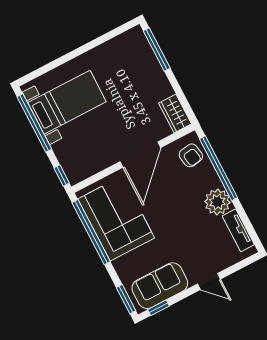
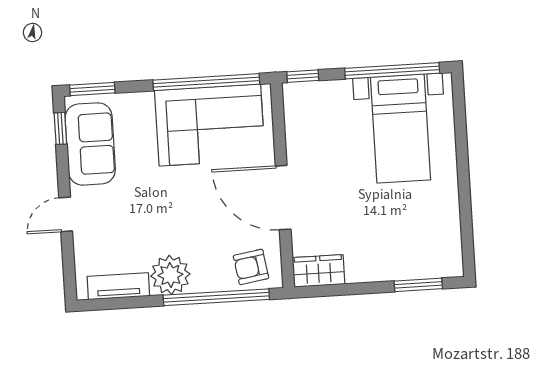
window: (157, 49) -> (418, 285), width x0.69

